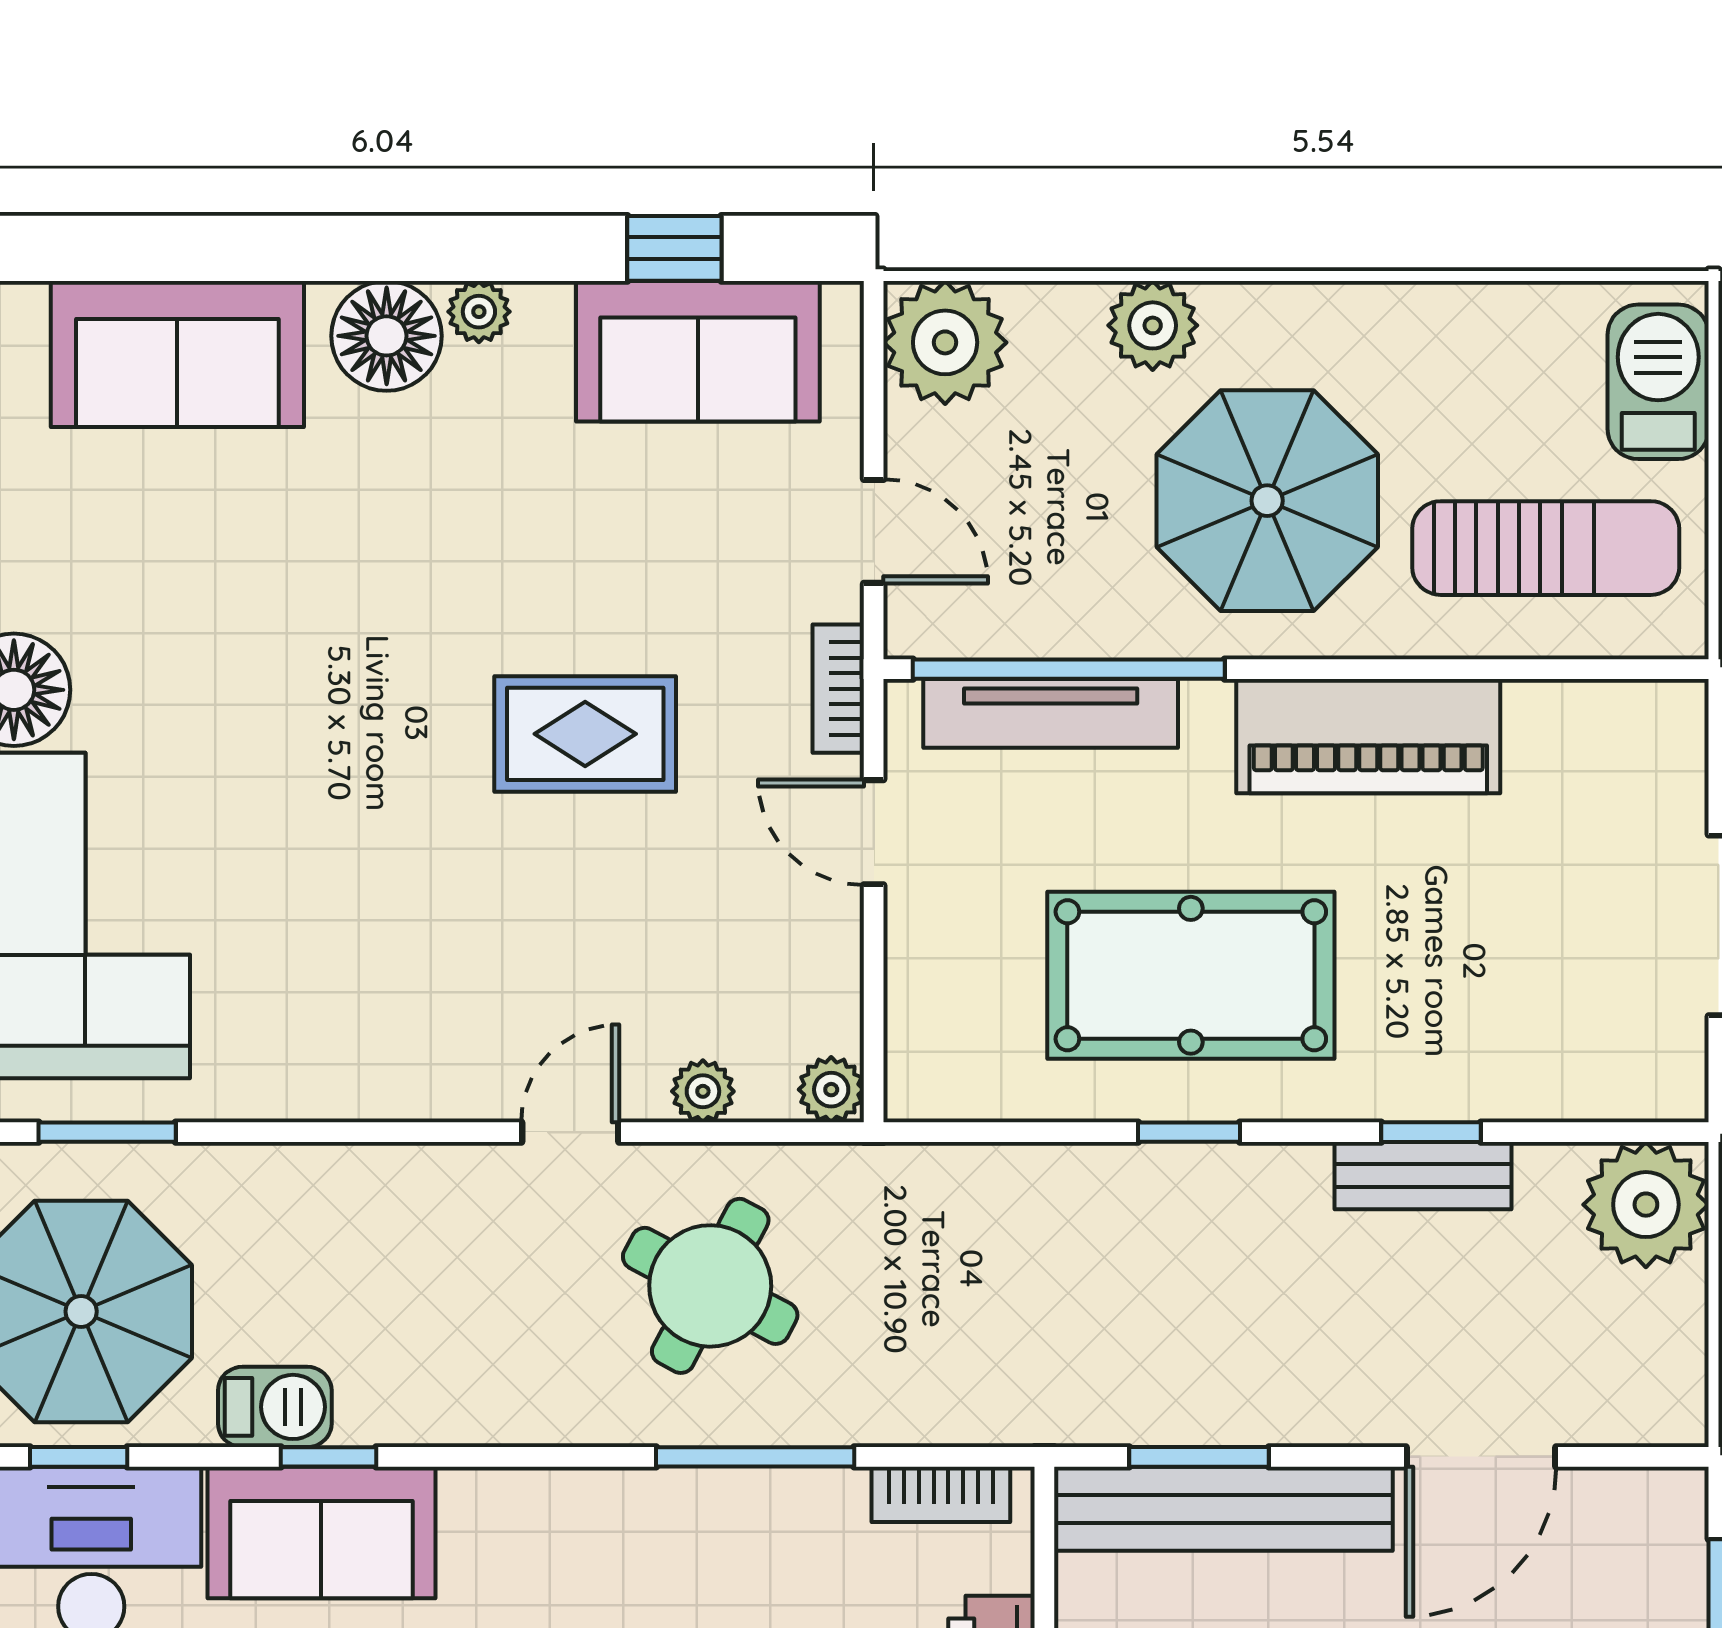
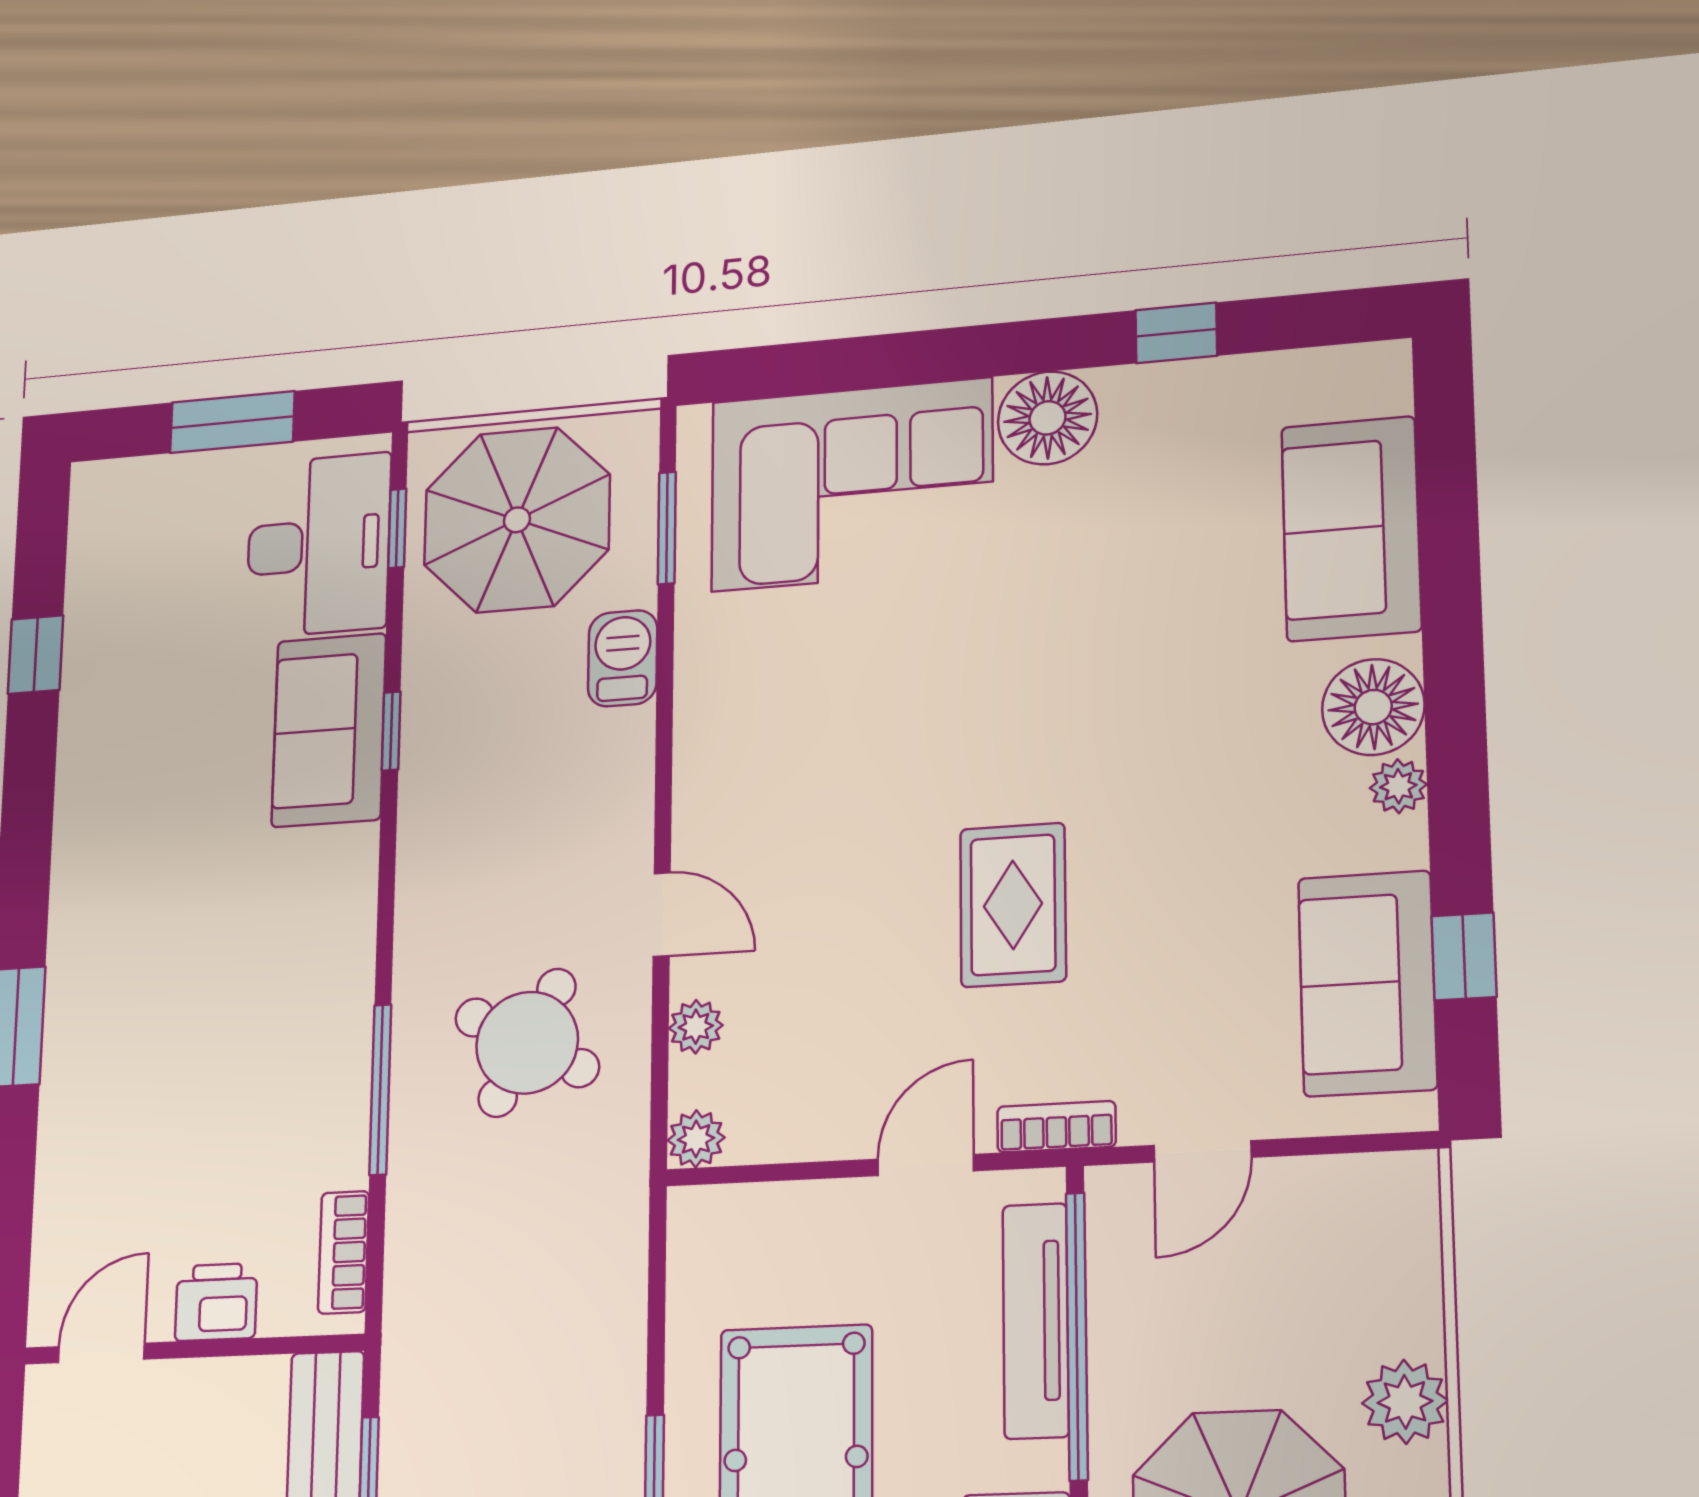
plant: (945, 342) -> (1383, 1208), removed
barbecue: (275, 1407) -> (623, 658), moved, turned 180

